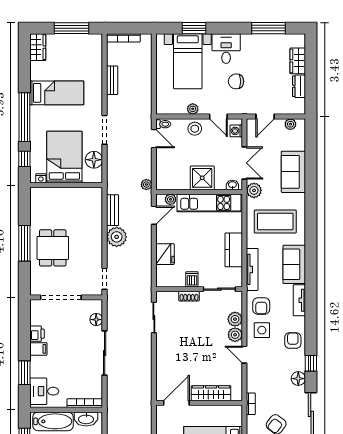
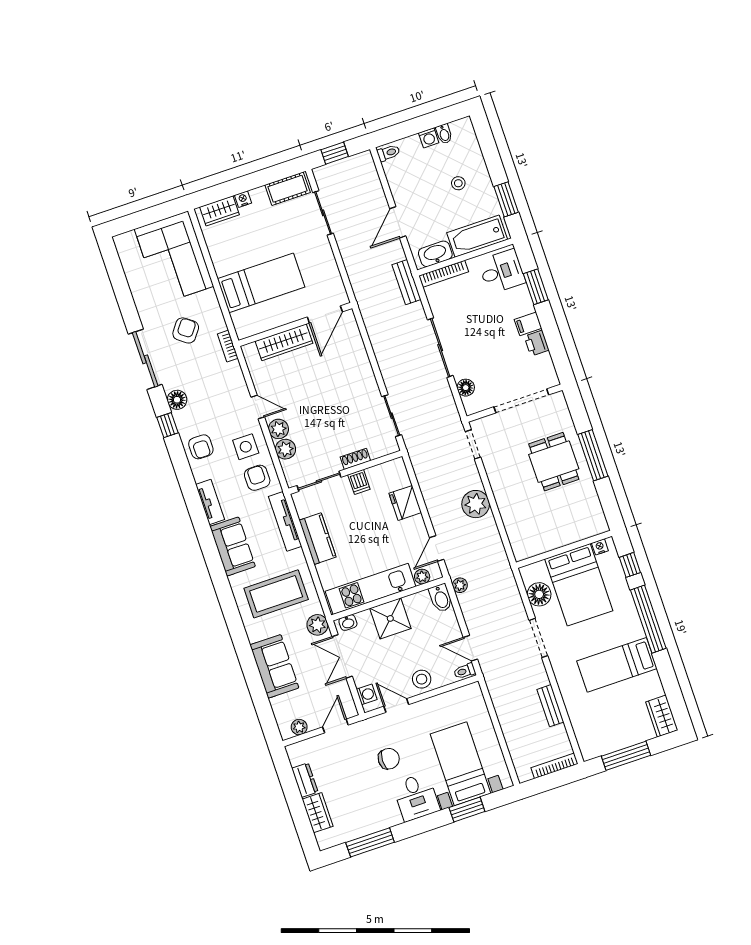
plant: (193, 109) -> (433, 704), removed
bidet: (163, 180) -> (441, 598), added
bench: (113, 210) -> (406, 282), moved

